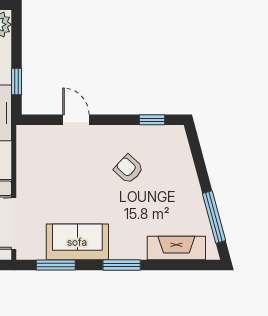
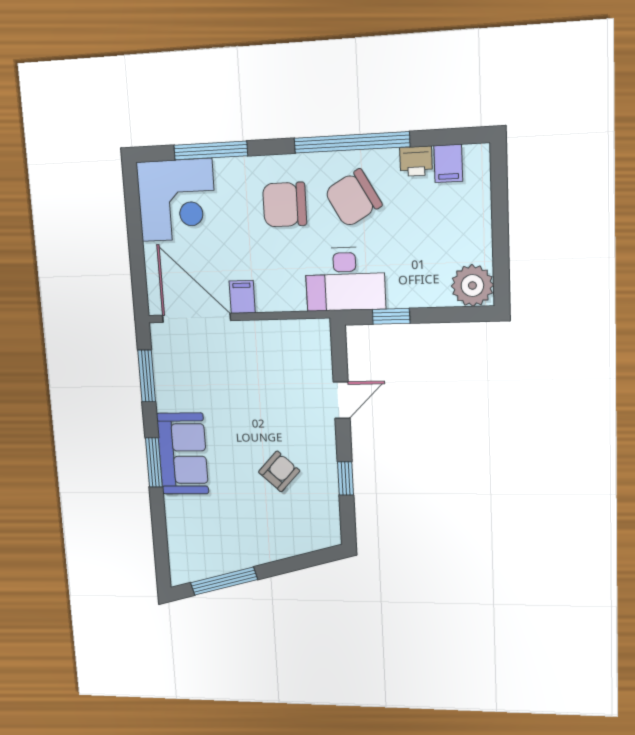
window: (152, 120) -> (346, 478), moved
sofa: (77, 242) -> (183, 454), moved
fireplace: (176, 248) -> (181, 533), removed

